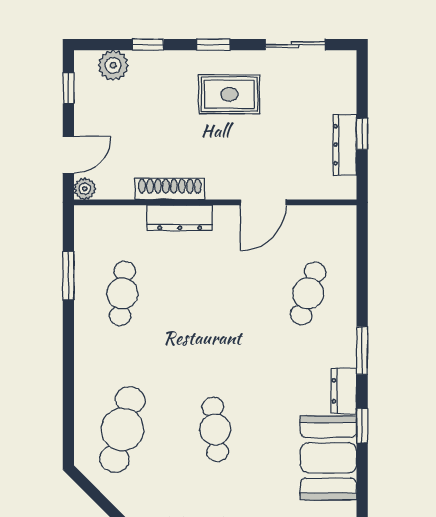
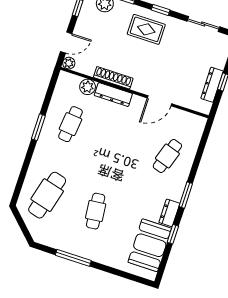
rug: (229, 94) -> (146, 29), moved
plant: (131, 219) -> (88, 87), added
window: (68, 276) -> (38, 127), moved

